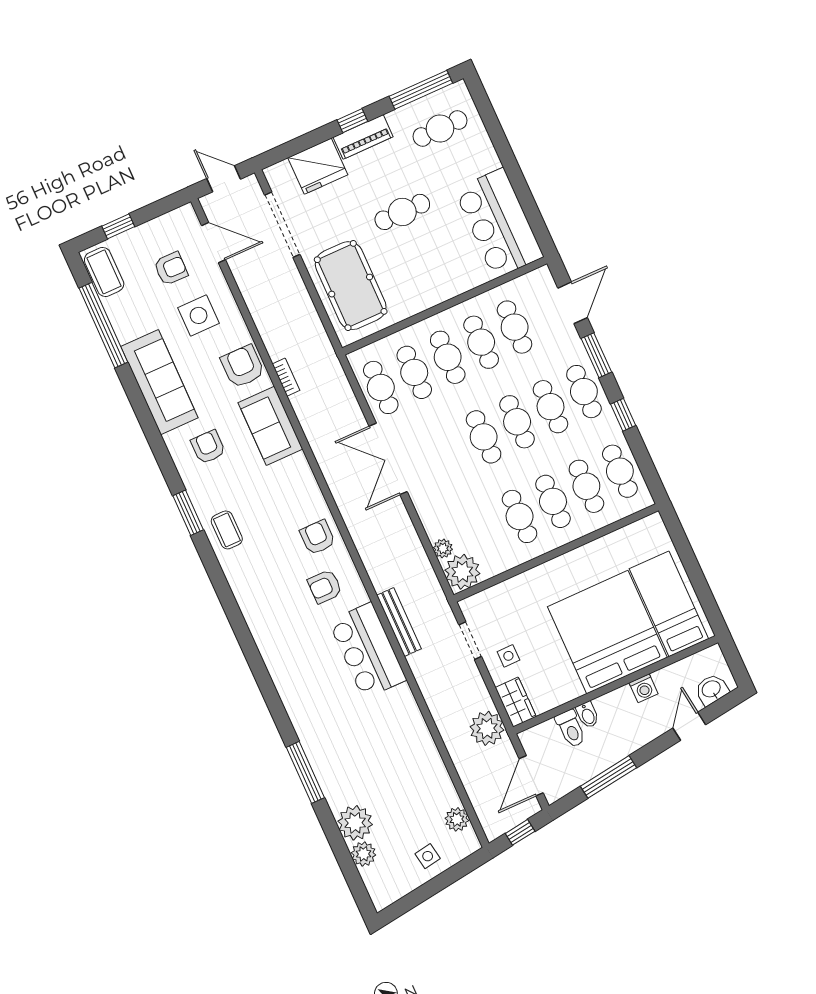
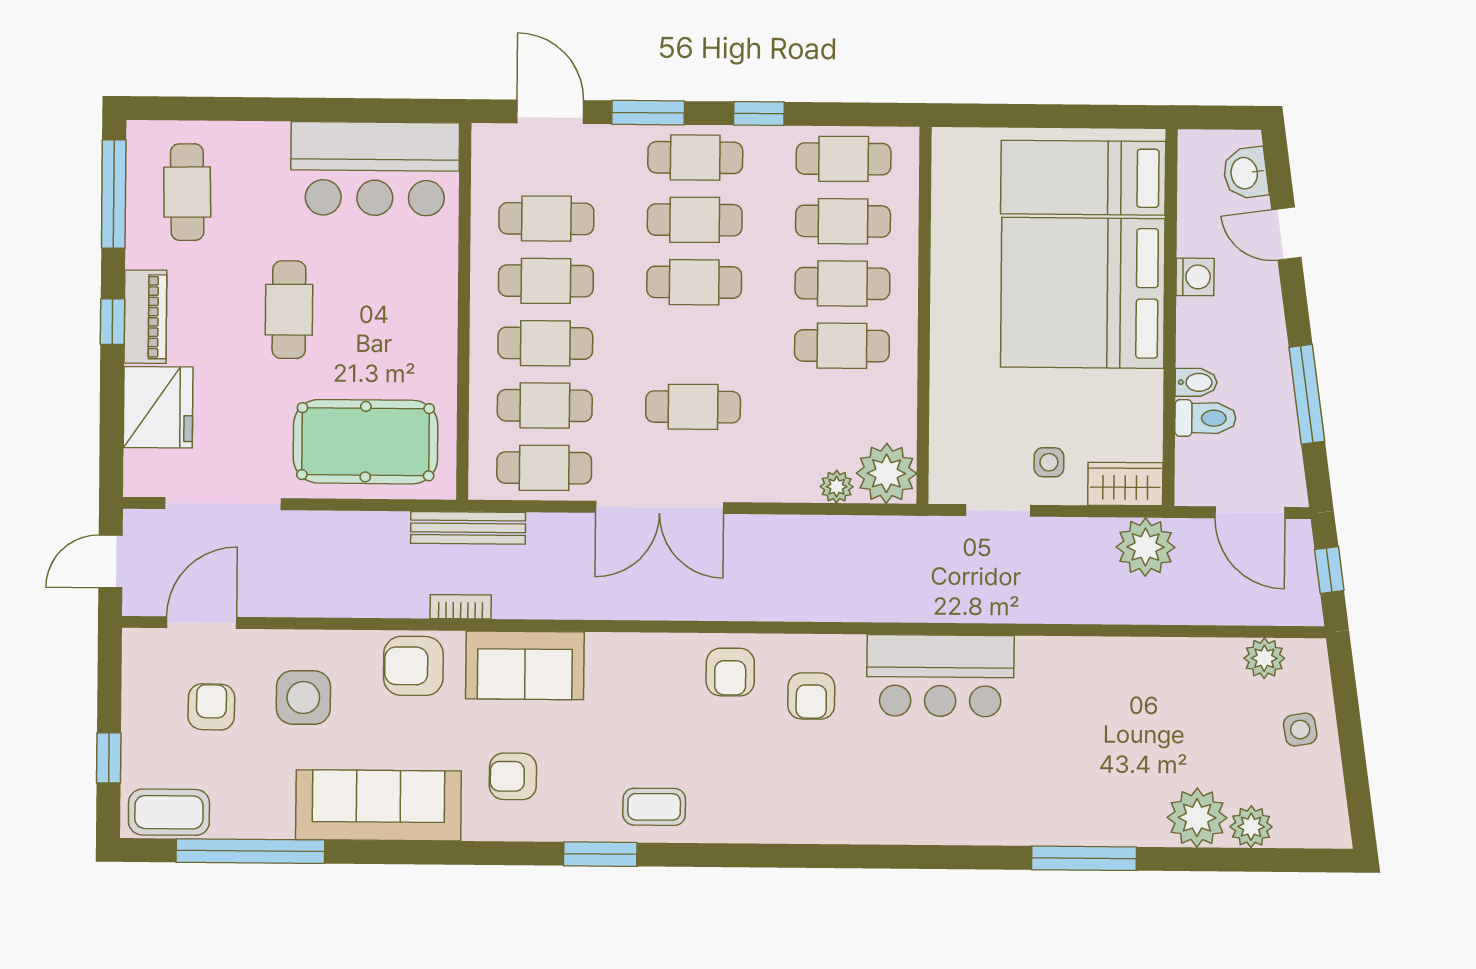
cafe table: (484, 437) -> (693, 407), moved
armchair: (318, 537) -> (730, 672), turned -90
bench: (399, 622) -> (468, 528), moved

